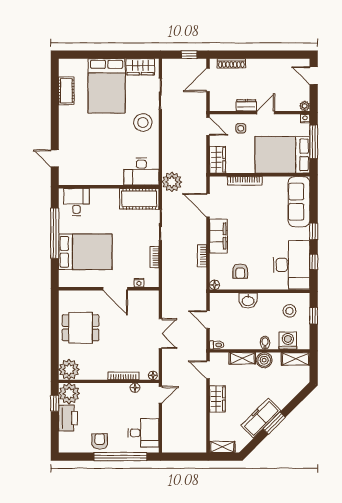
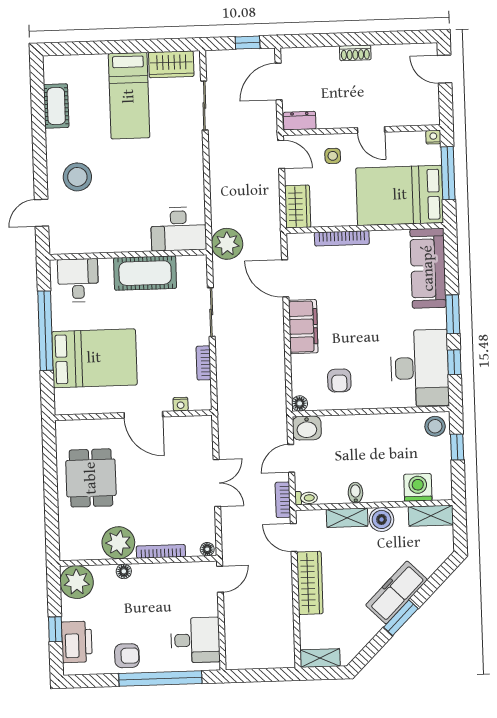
shoe rack: (231, 63) -> (355, 53), moved, width x0.70
bed: (107, 86) -> (129, 96), width x0.67
dresser: (246, 105) -> (300, 121), moved
plant: (305, 106) -> (432, 117), removed
door: (266, 113) -> (371, 130), swing flipped
stool: (143, 122) -> (77, 177), moved
door: (55, 158) -> (42, 213), hinge flipped
cot: (139, 199) -> (145, 273), moved
window: (314, 231) -> (453, 314), width x1.50
bookcase: (202, 256) -> (283, 500), moved
washbasin: (248, 301) -> (307, 428), moved
stool: (289, 311) -> (435, 426), moved
door: (208, 320) -> (291, 458), hinge flipped
dining table: (81, 328) -> (91, 478), turned 90
bidet: (265, 343) -> (355, 493), moved
plant: (69, 369) -> (118, 543), moved
floor lamp: (135, 388) -> (124, 571), moved
wardrobe: (217, 399) -> (310, 583), width x1.50
window: (55, 403) -> (55, 629), moved
printer: (68, 418) -> (77, 642), moved
freezer: (261, 418) -> (396, 592), moved
armchair: (100, 441) -> (127, 656), turned 90

